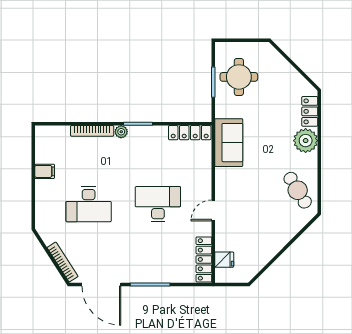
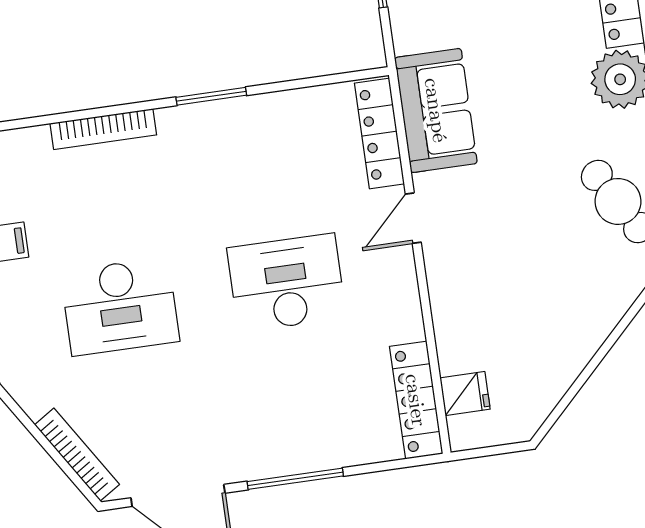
plant: (121, 132) -> (174, 121), removed
locker: (190, 133) -> (379, 134), moved, turned 90
door: (213, 210) -> (413, 218), moved

